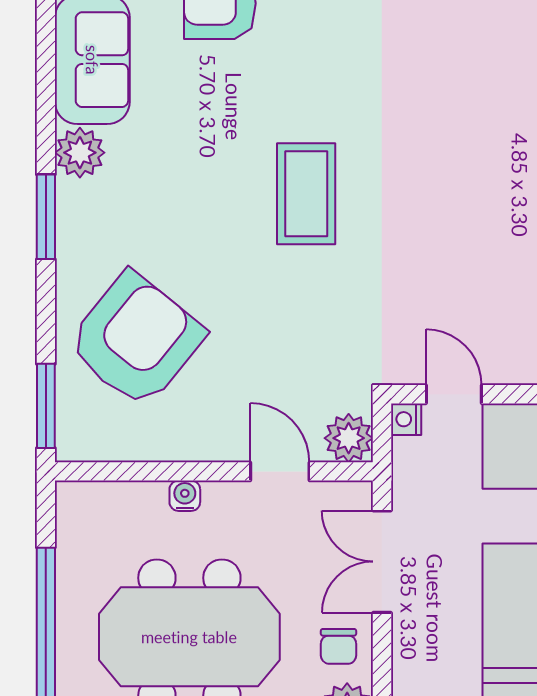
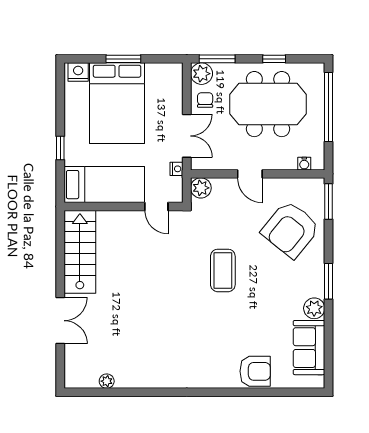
coffee table: (306, 194) -> (223, 270), moved
nightstand: (406, 419) -> (177, 169), moved
door: (280, 471) -> (250, 174), moved
water cooler: (185, 496) -> (304, 164), moved

